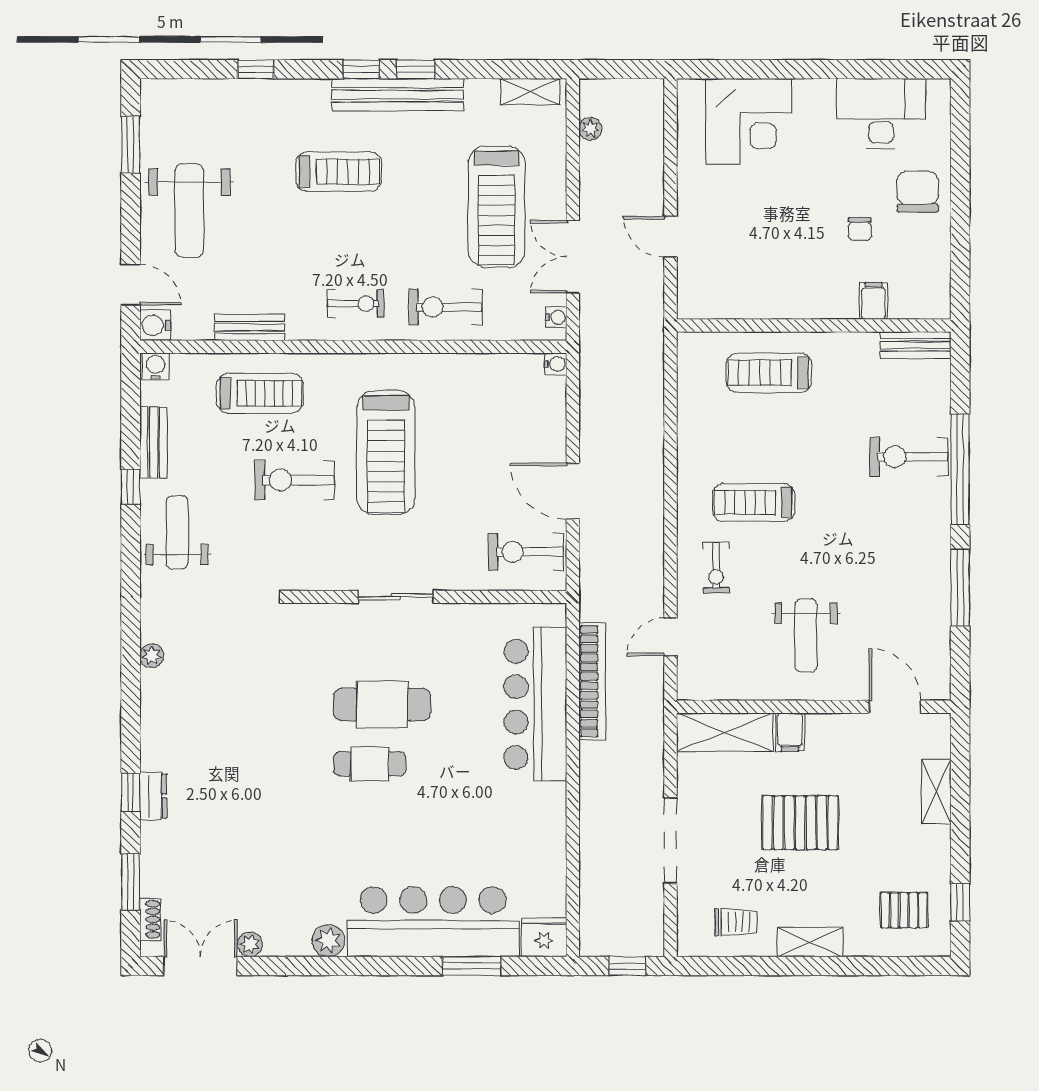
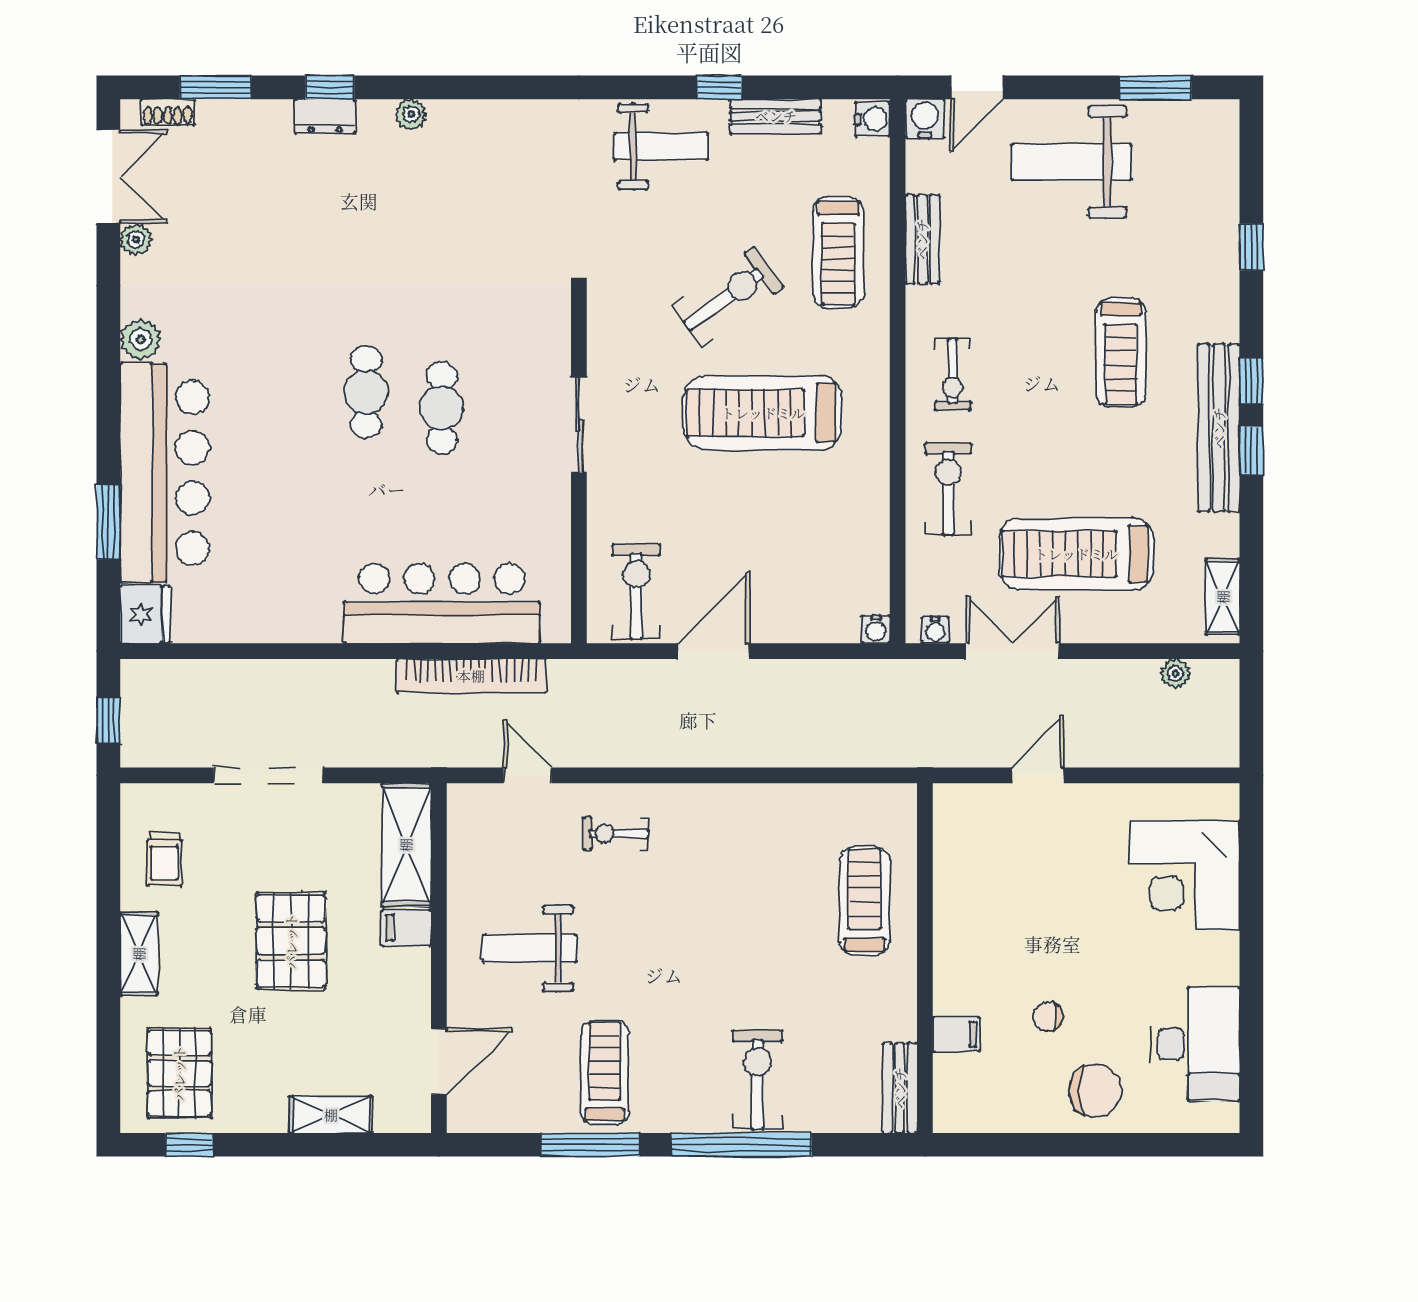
exercise bike: (295, 480) -> (728, 296), turned 54
treadmill: (754, 502) -> (605, 1073), moved
plant: (152, 656) -> (411, 114), moved
cafe table: (382, 705) -> (442, 408), width x0.73, depth x0.74
pallet: (904, 910) -> (179, 1073), width x1.50, depth x1.42

